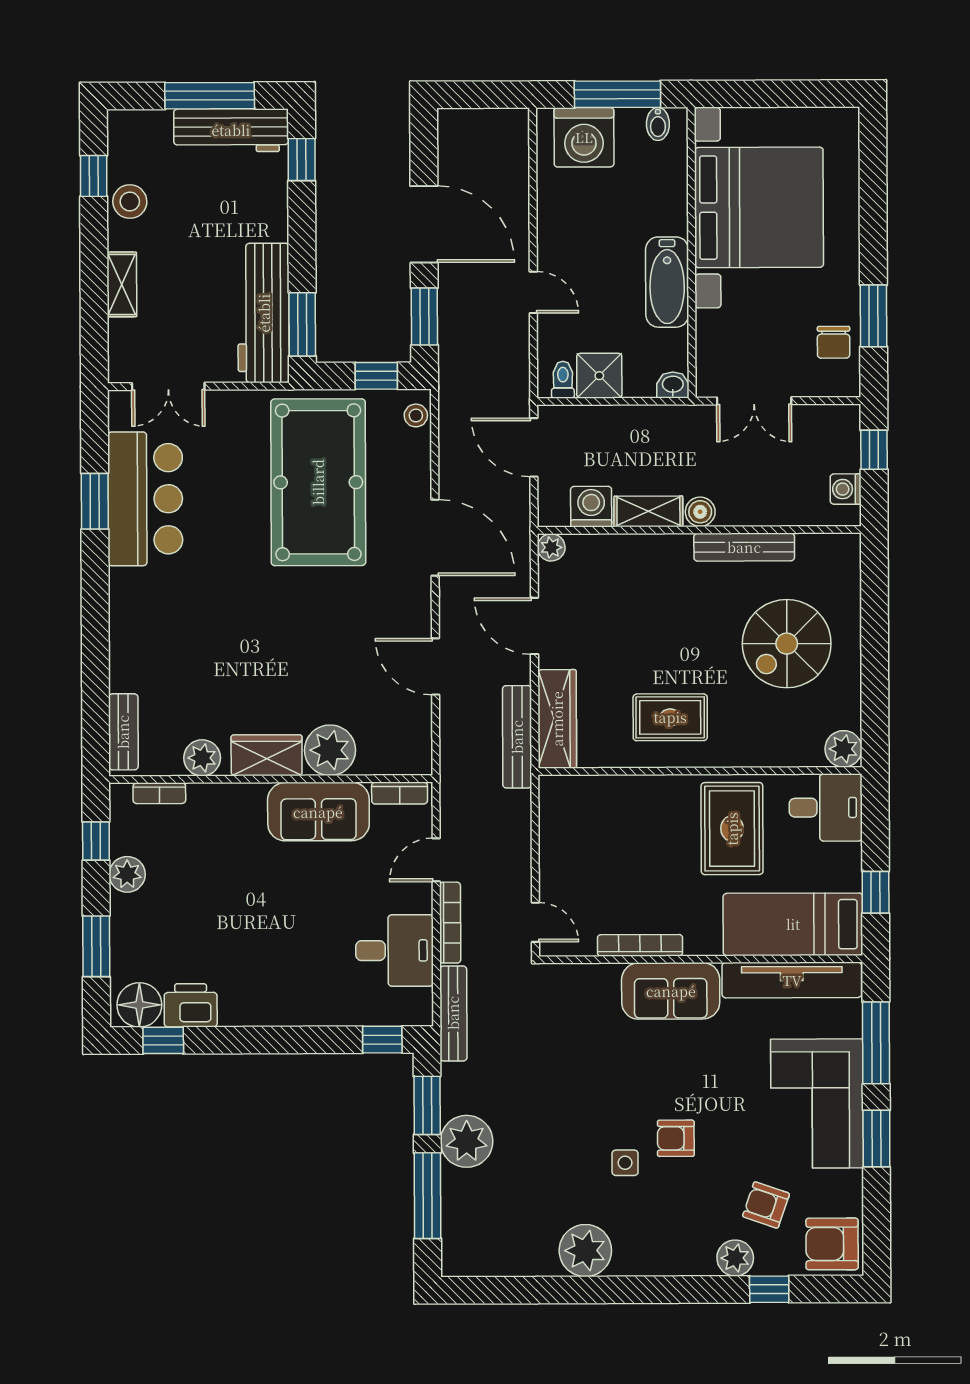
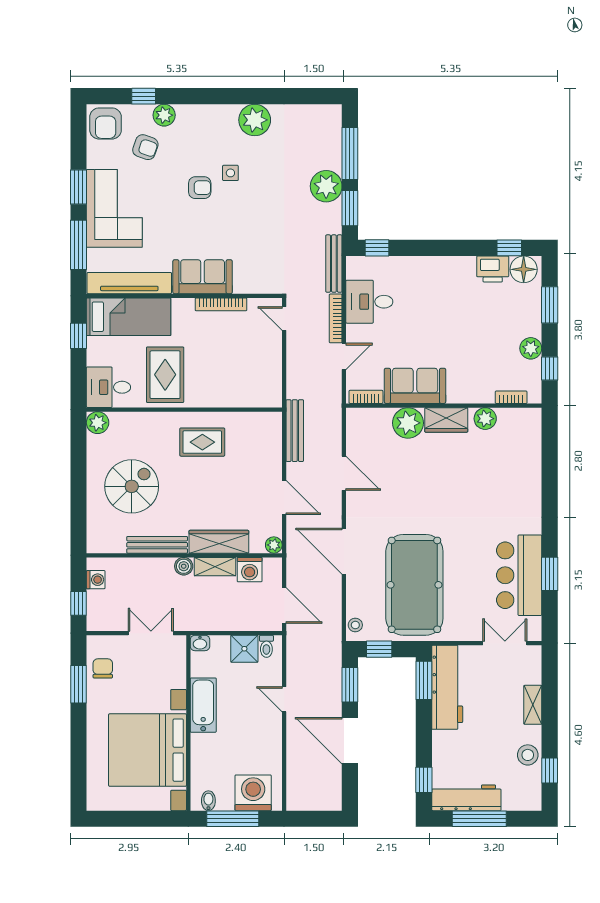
wardrobe: (557, 719) -> (219, 542), moved, turned 90
bench: (123, 732) -> (533, 434), removed
armchair: (832, 1244) -> (106, 123), turned 90

